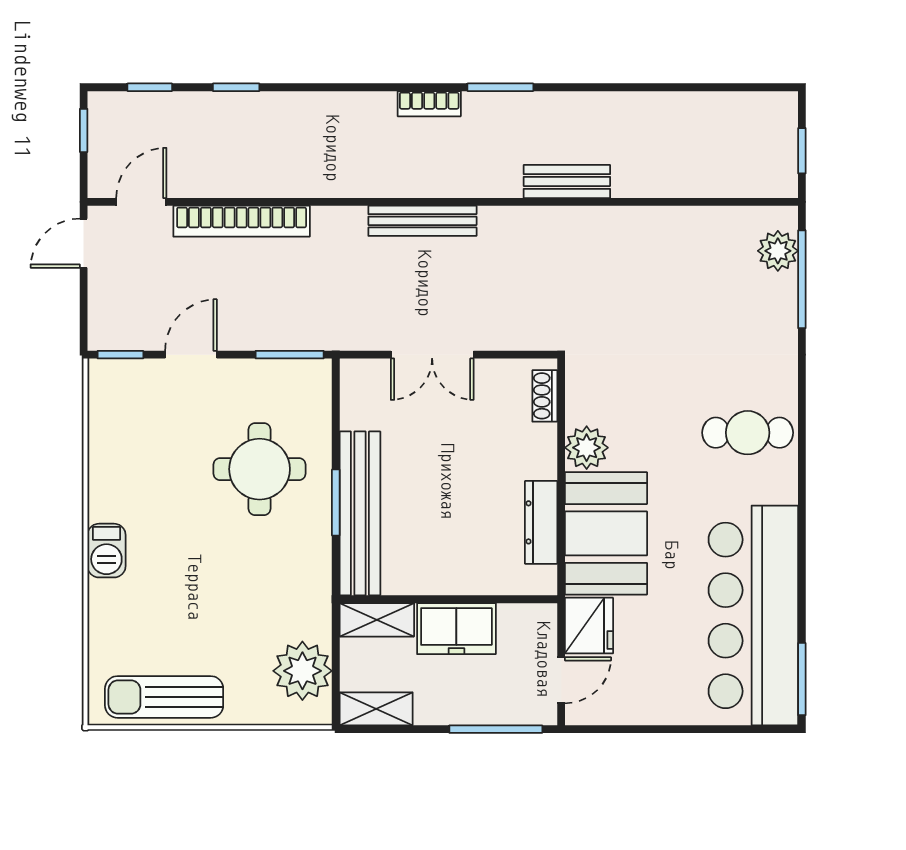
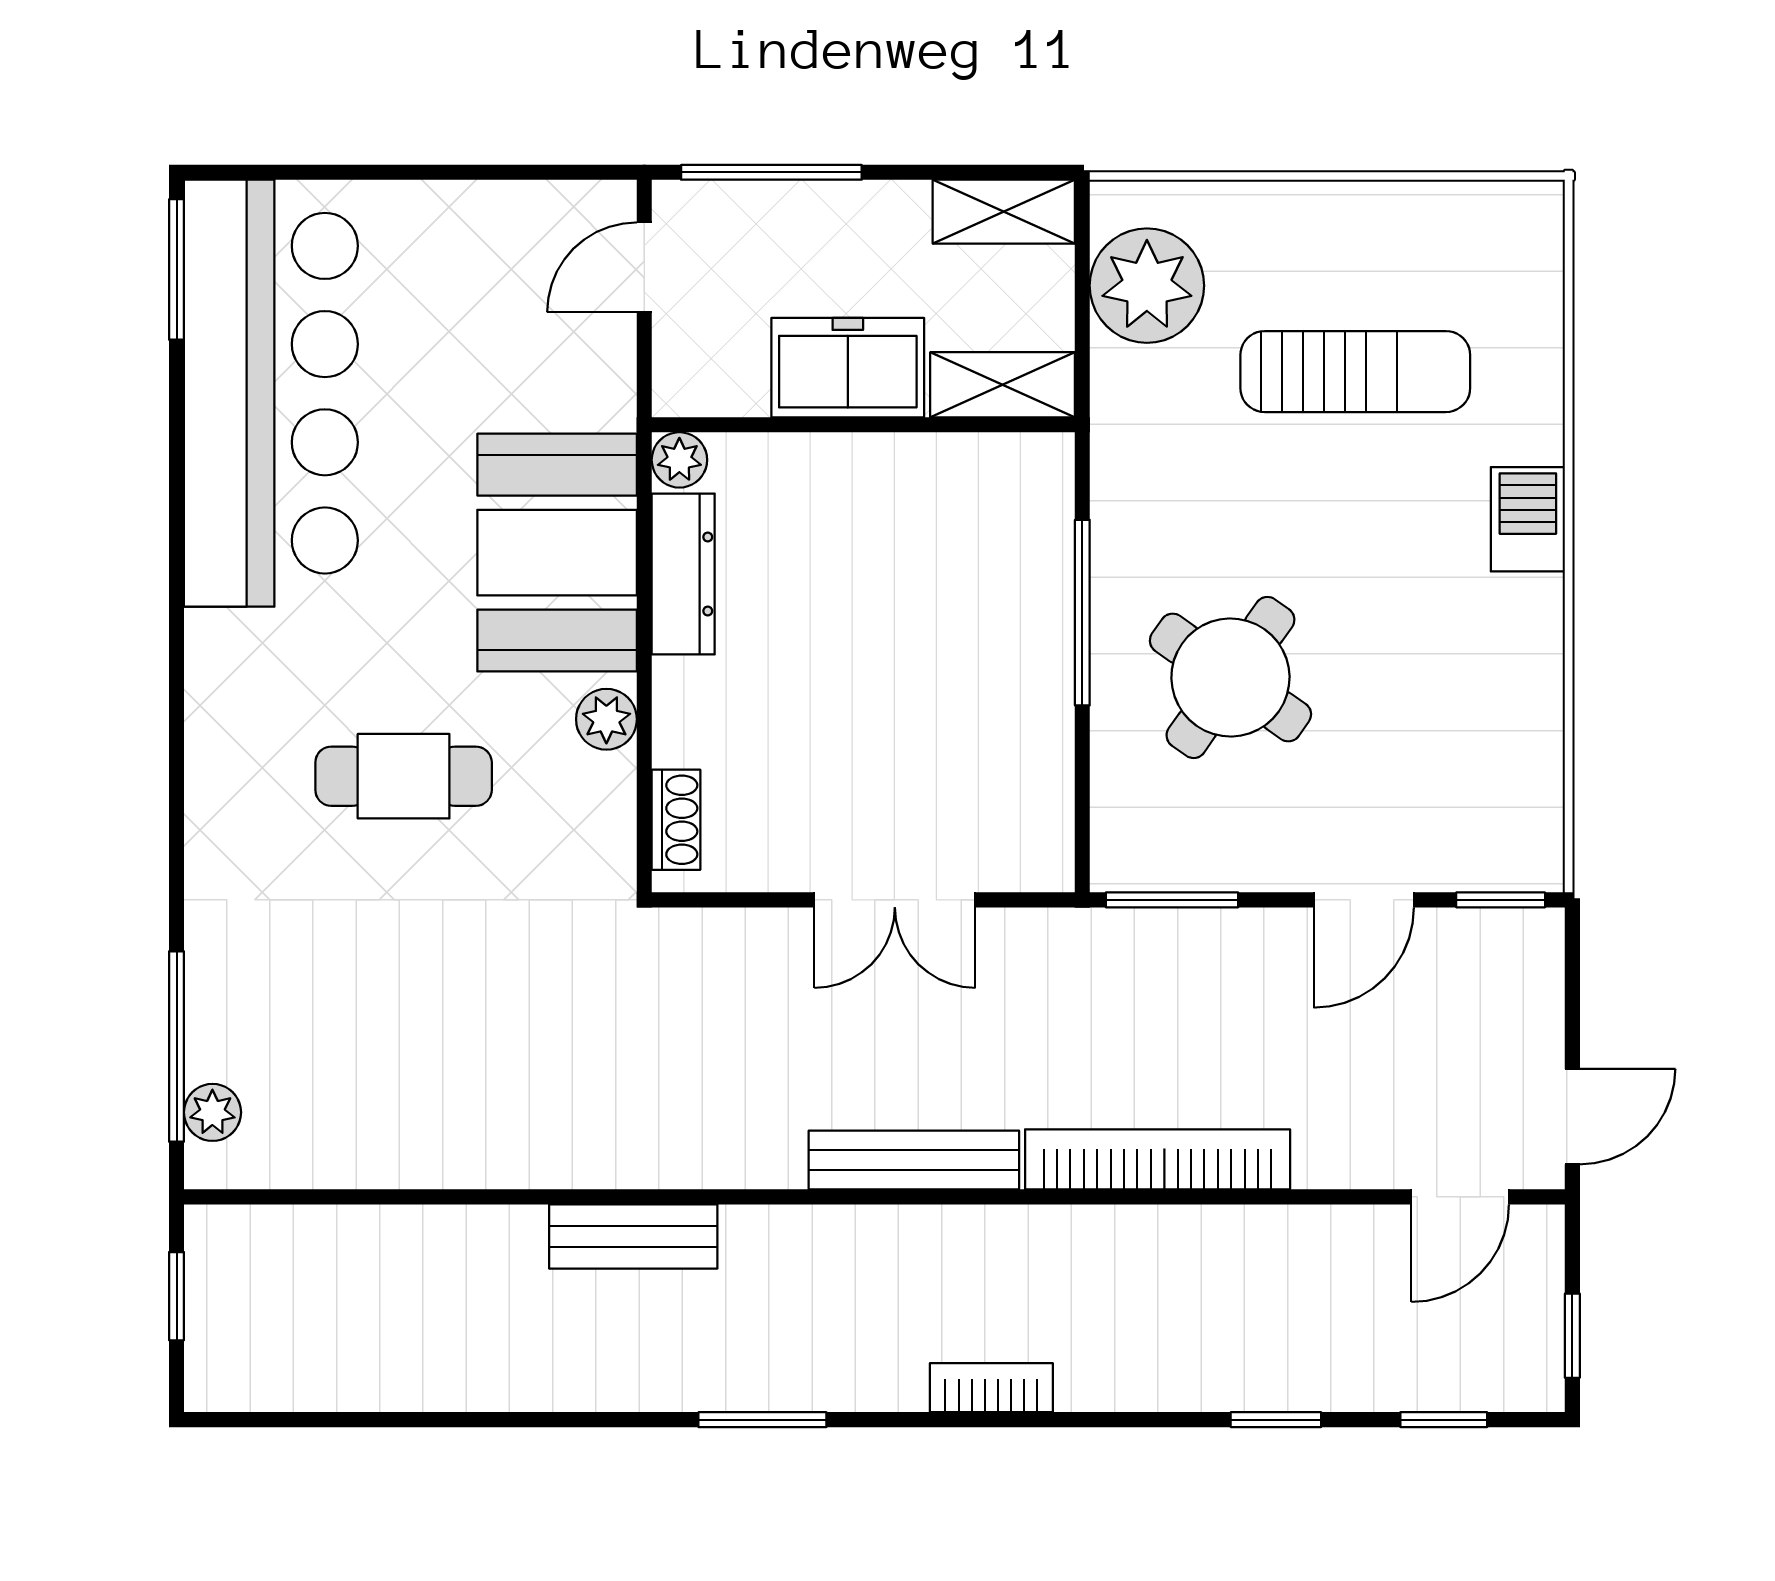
bookcase: (429, 104) -> (991, 1388), moved
bookcase: (242, 221) -> (1158, 1159), moved
plant: (778, 251) -> (212, 1112), width x0.73, depth x0.73
double door: (432, 355) -> (895, 900), swing flipped
cafe table: (748, 433) -> (404, 776), moved
plant: (587, 448) -> (606, 719), width x0.73, depth x0.73
round table: (260, 469) -> (1230, 677), turned 35
window: (336, 503) -> (1082, 613), width x1.44
bench: (360, 513) -> (1035, 591), removed
plant: (543, 581) -> (679, 460), added
fridge: (589, 626) -> (590, 374), removed
sun lounger: (164, 697) -> (1355, 372), moved

